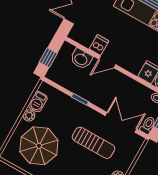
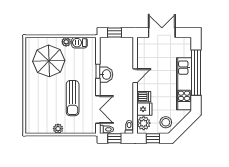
dishwasher: (99, 45) -> (144, 97), moved
washbasin: (81, 59) -> (106, 75), moved, turned 180
door: (107, 62) -> (135, 76), swing flipped

